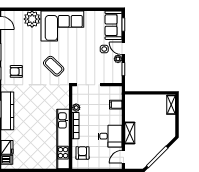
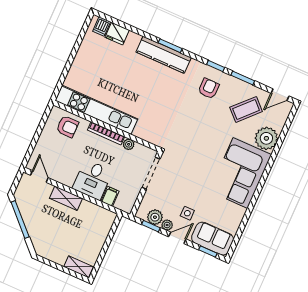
coffee table: (54, 66) -> (246, 109), moved
plant: (116, 69) -> (155, 217), added
desk: (110, 136) -> (92, 180), moved

